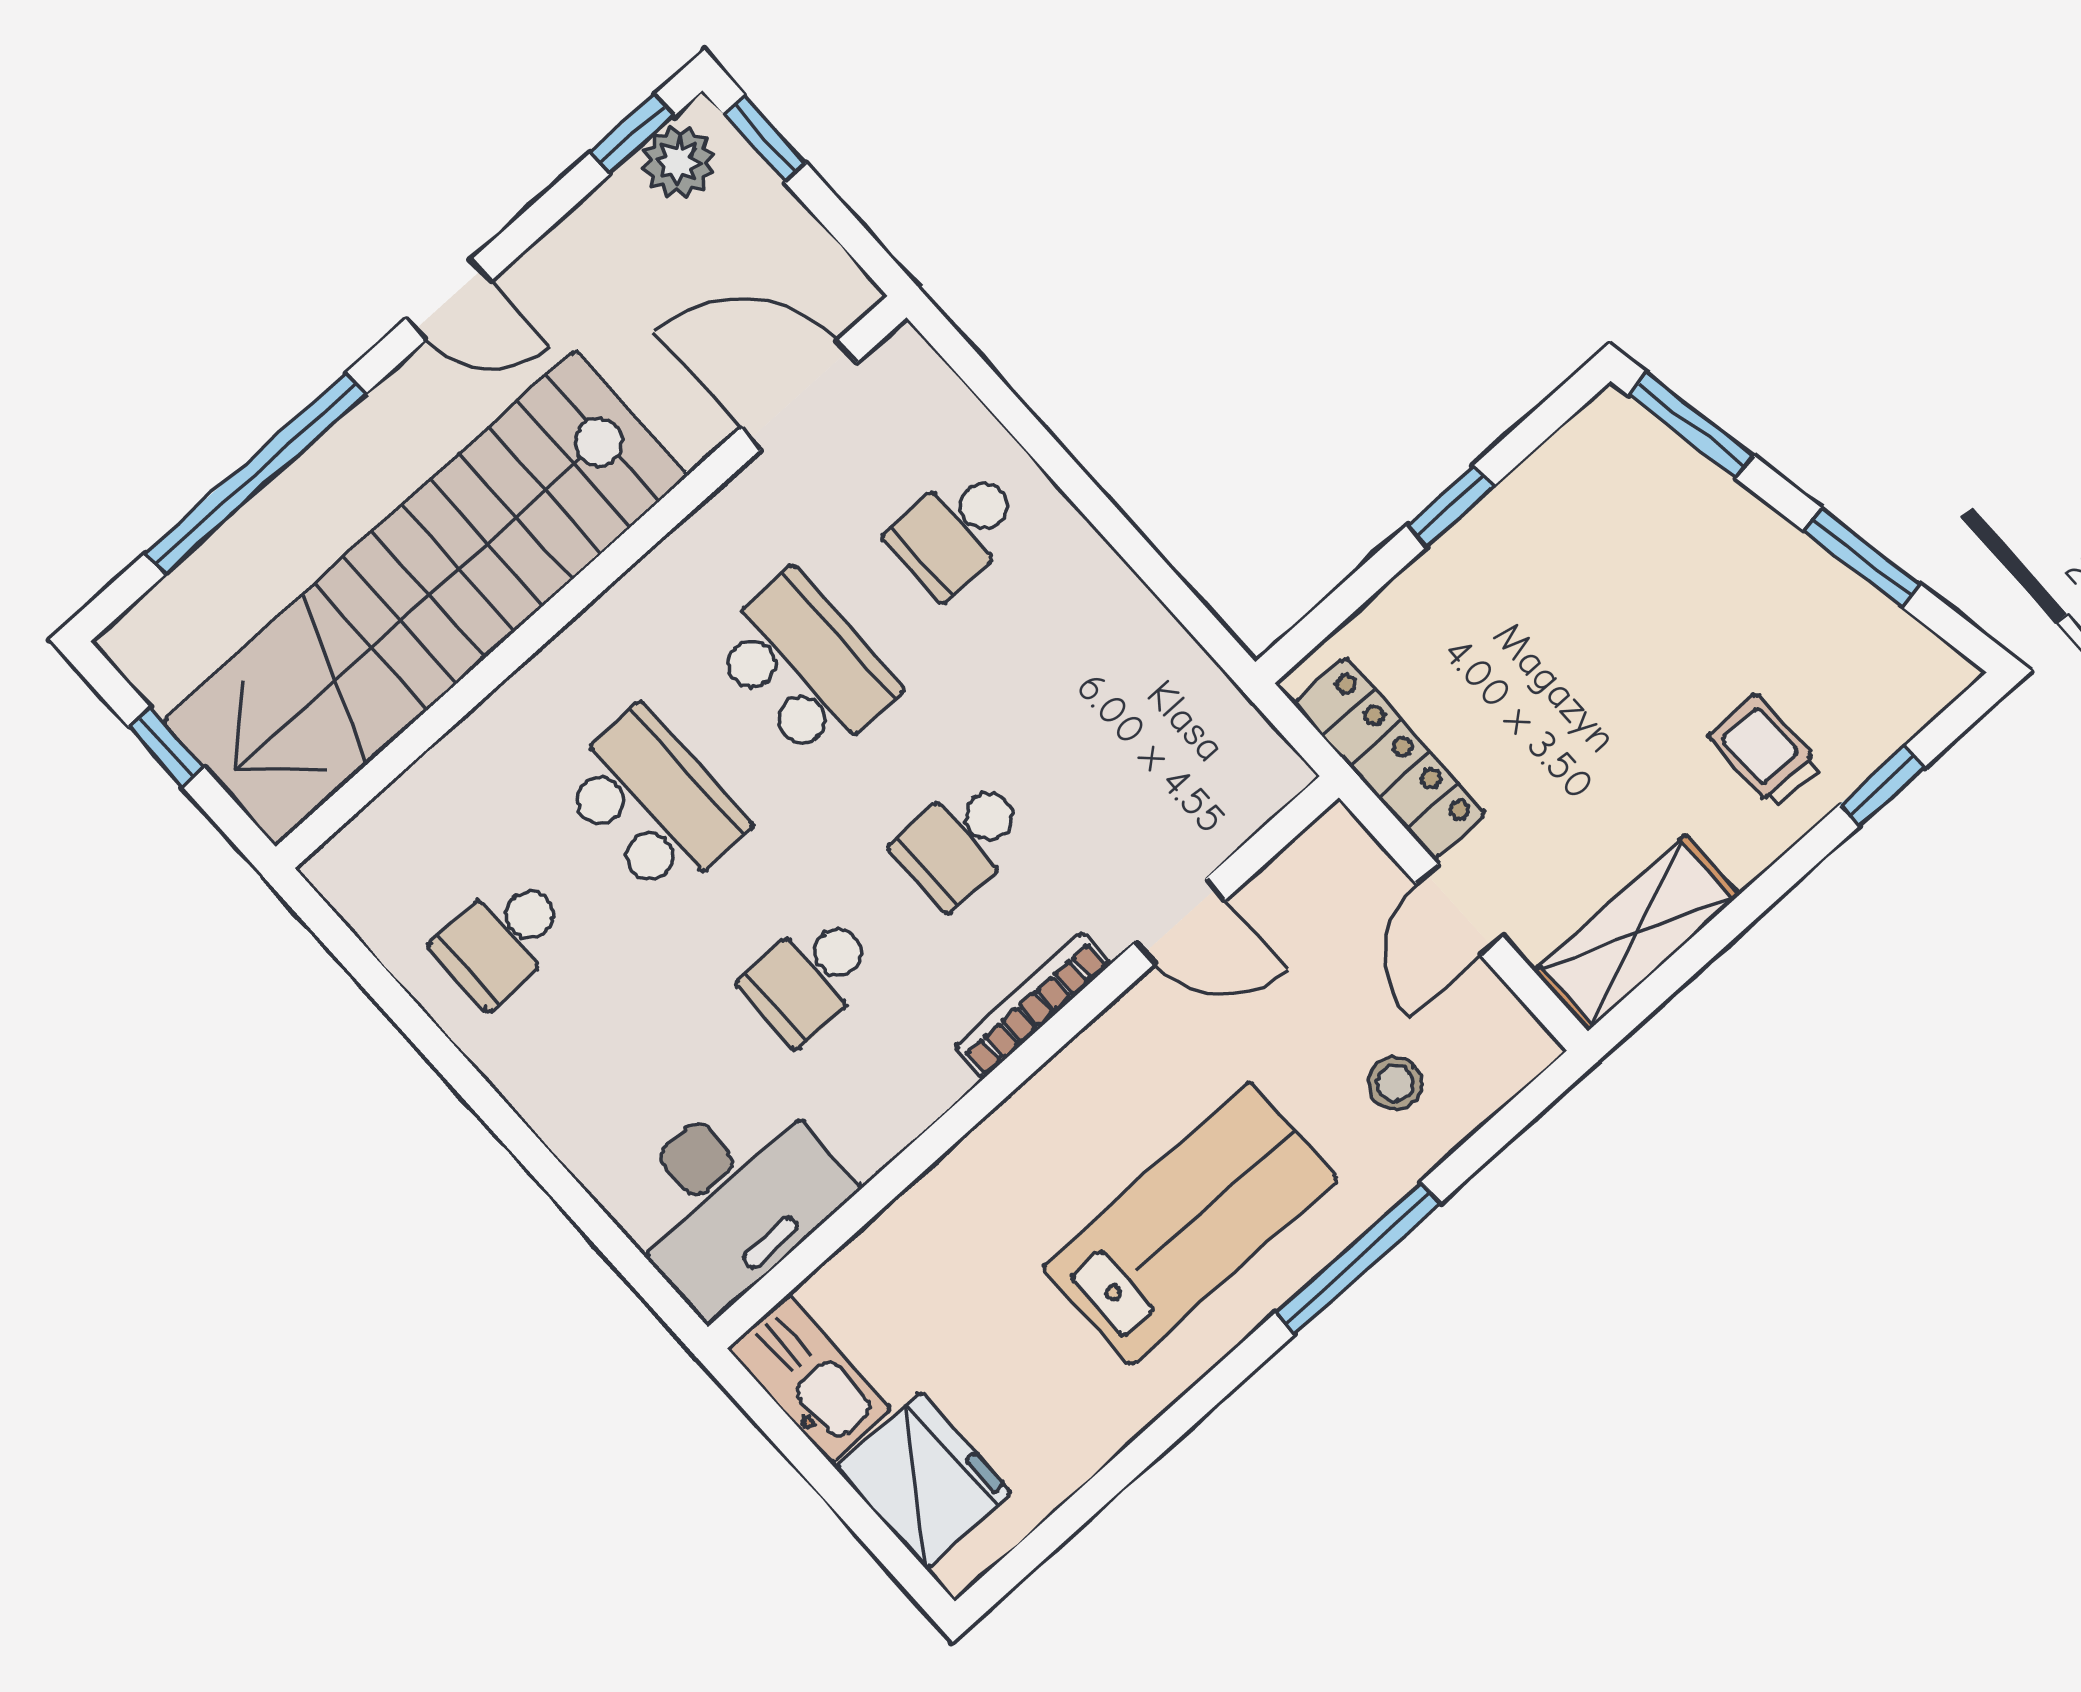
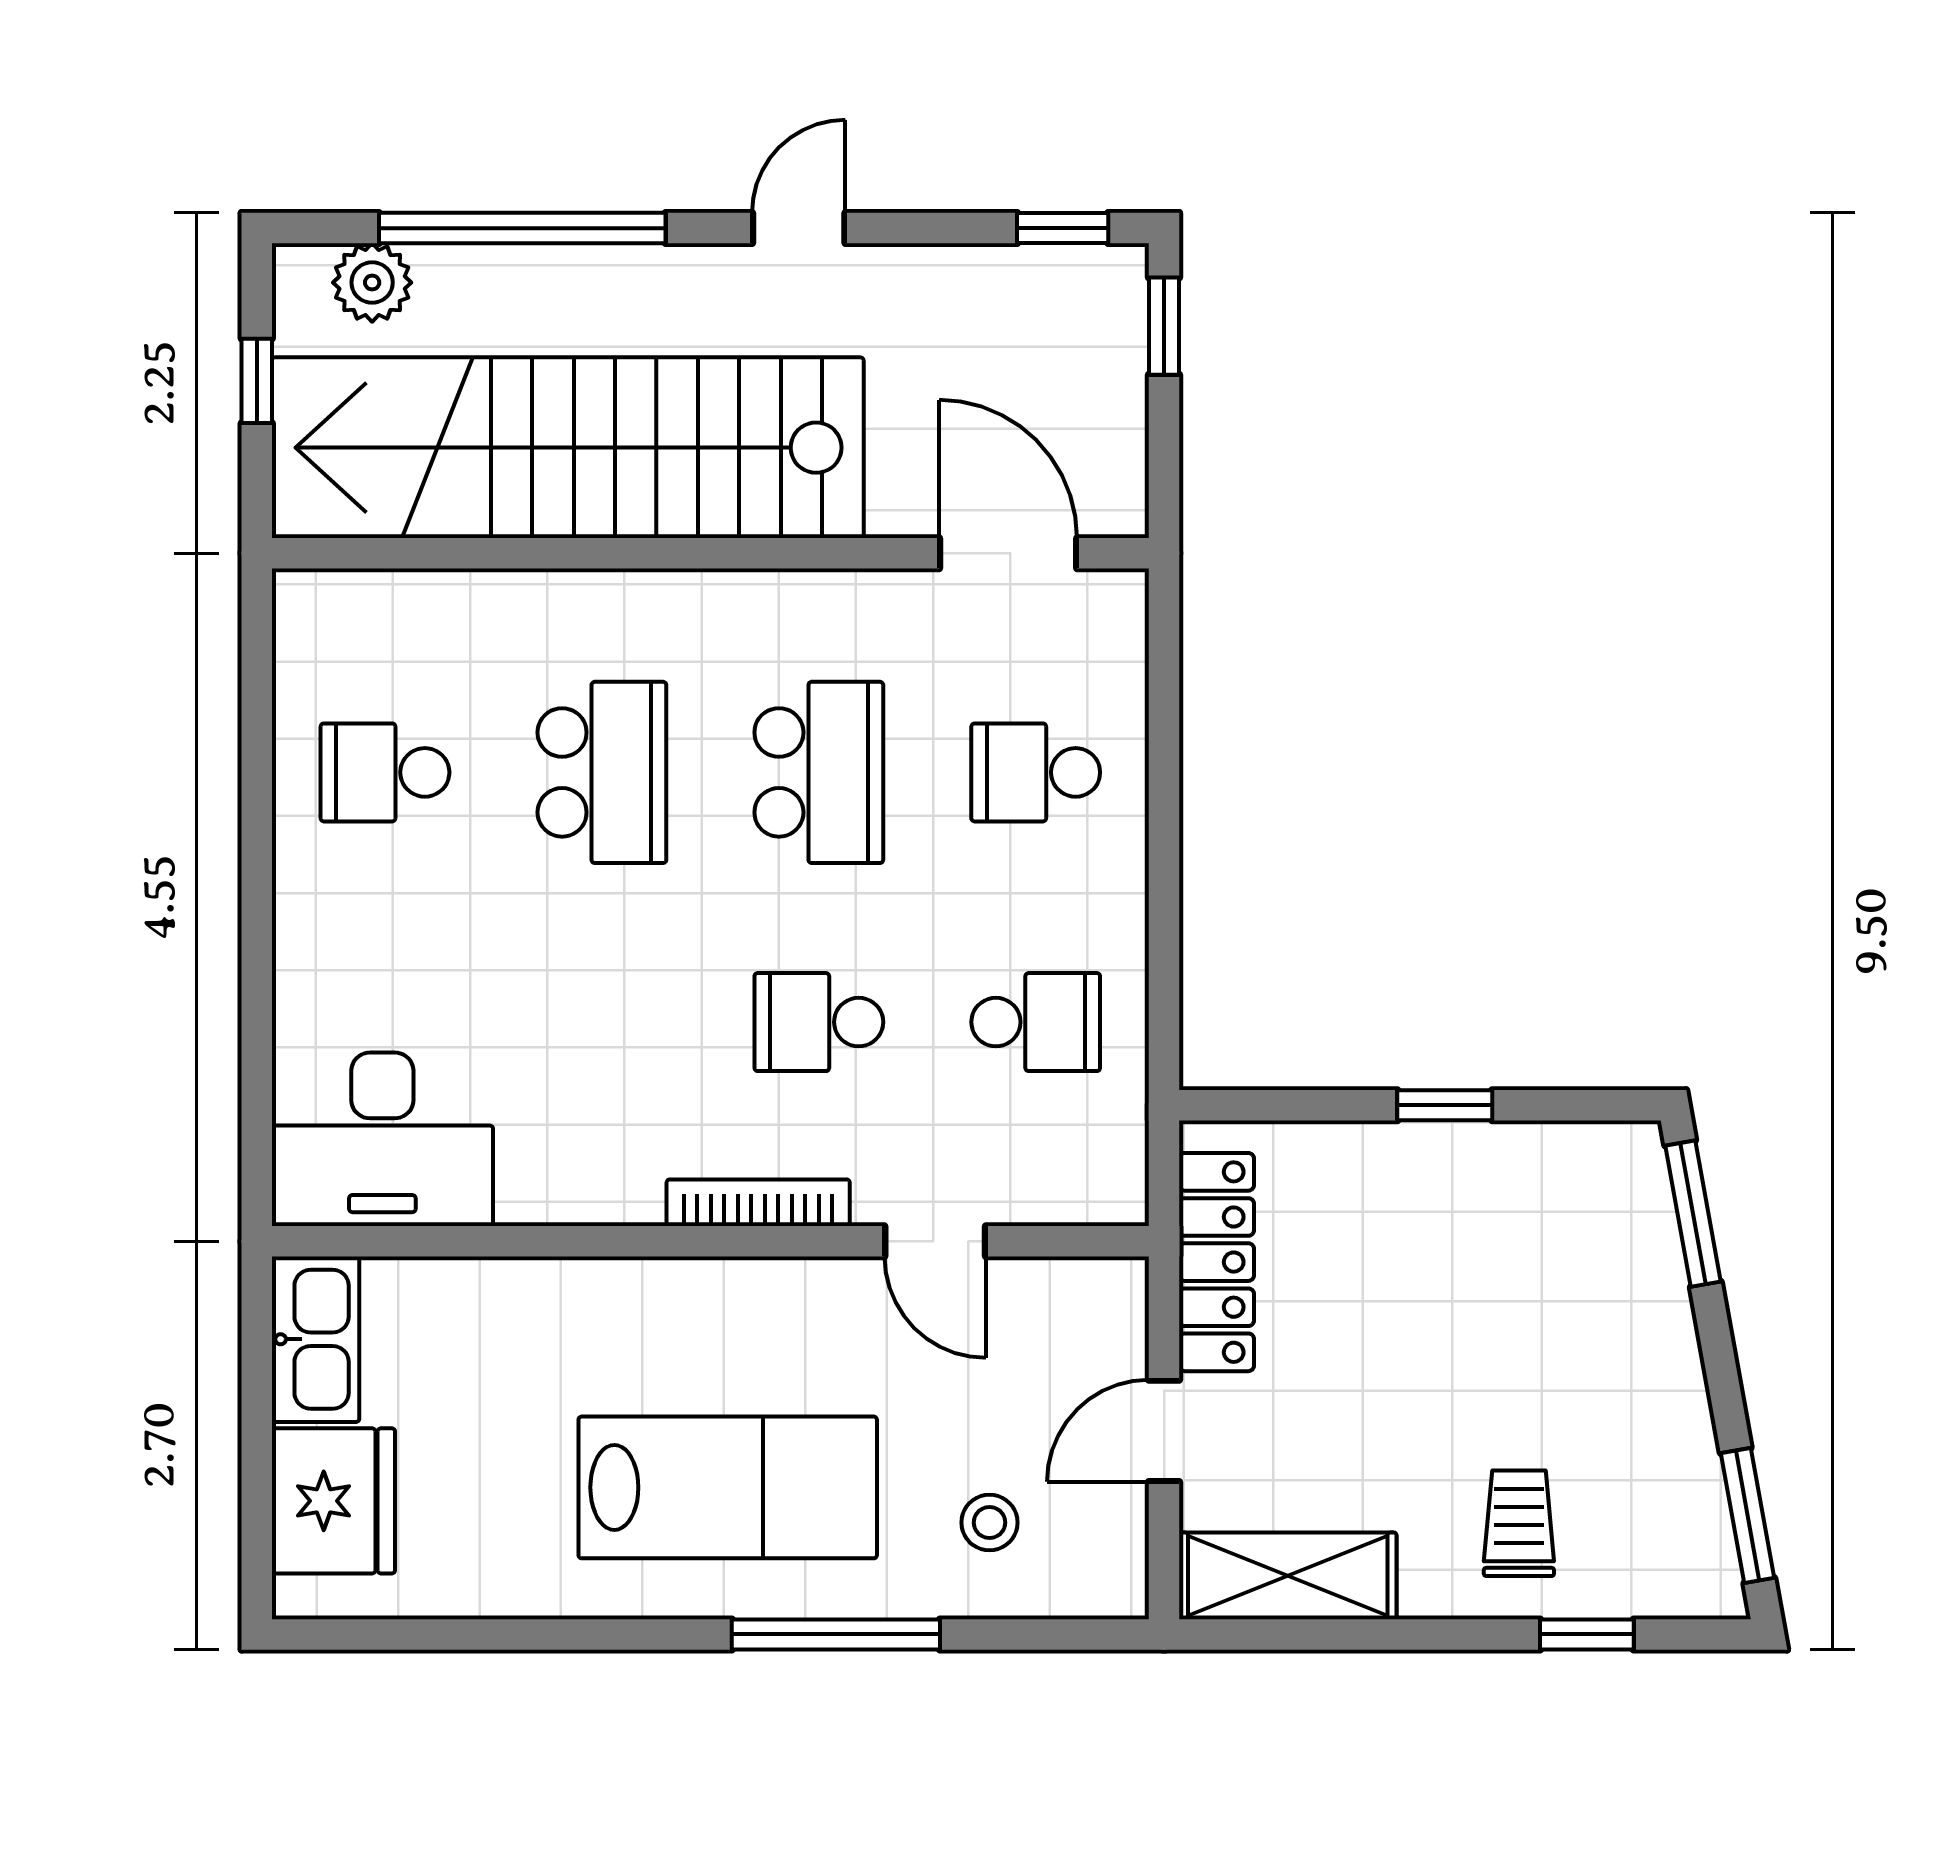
plant: (678, 162) -> (372, 283), moved
door: (448, 300) -> (799, 228), swing flipped
window: (1861, 557) -> (1747, 1516), moved
school desk: (810, 977) -> (1036, 1022), moved, turned 180

